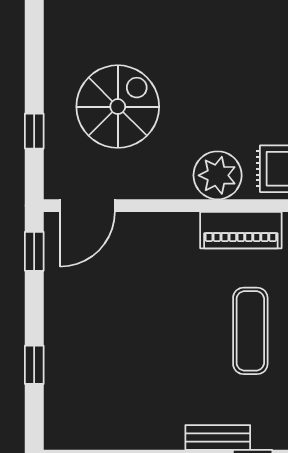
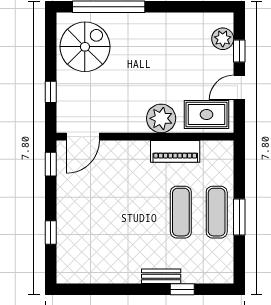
spiral stairs: (118, 107) -> (85, 47), moved

